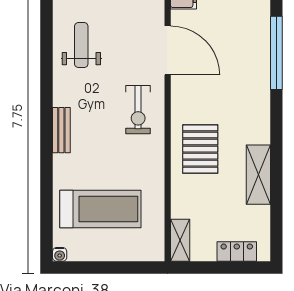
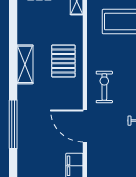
shelving: (258, 175) -> (25, 64), moved

